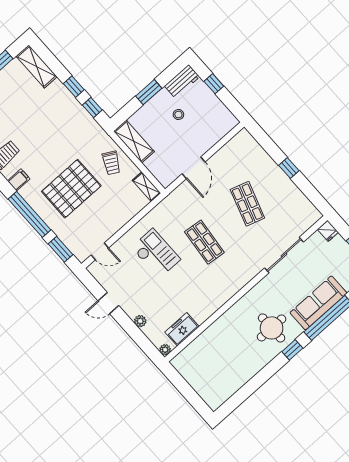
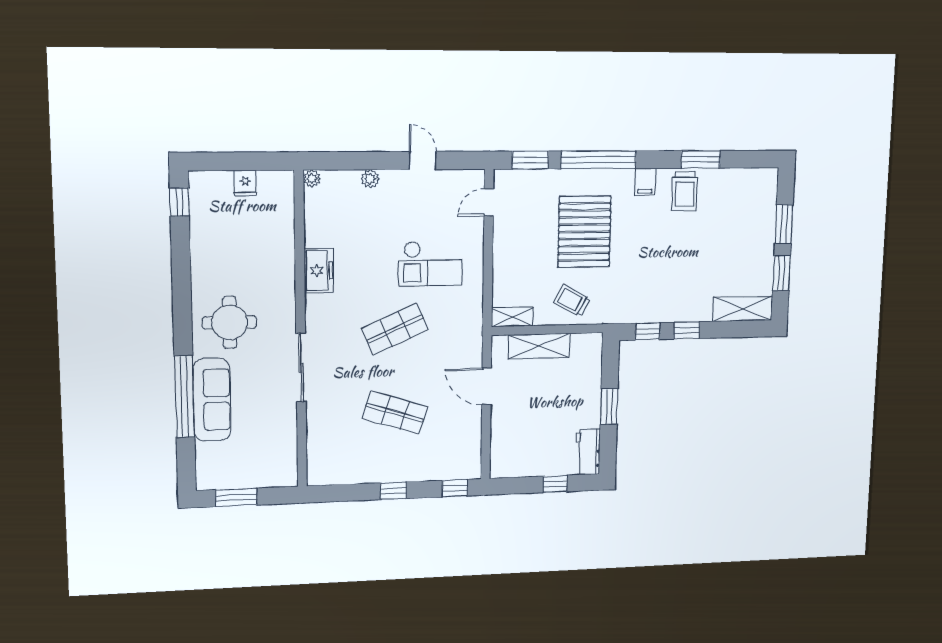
stool: (178, 114) -> (557, 418), removed
window: (261, 136) -> (455, 488), added
shelving: (134, 141) -> (539, 346), moved
fridge: (328, 231) -> (245, 183), moved, turned -90
shop shelf: (204, 242) -> (395, 329), turned -30
sliding door: (284, 255) -> (301, 368), moved
door: (108, 303) -> (423, 161), hinge flipped
freezer: (182, 329) -> (319, 271), moved
window: (292, 350) -> (179, 202), moved

